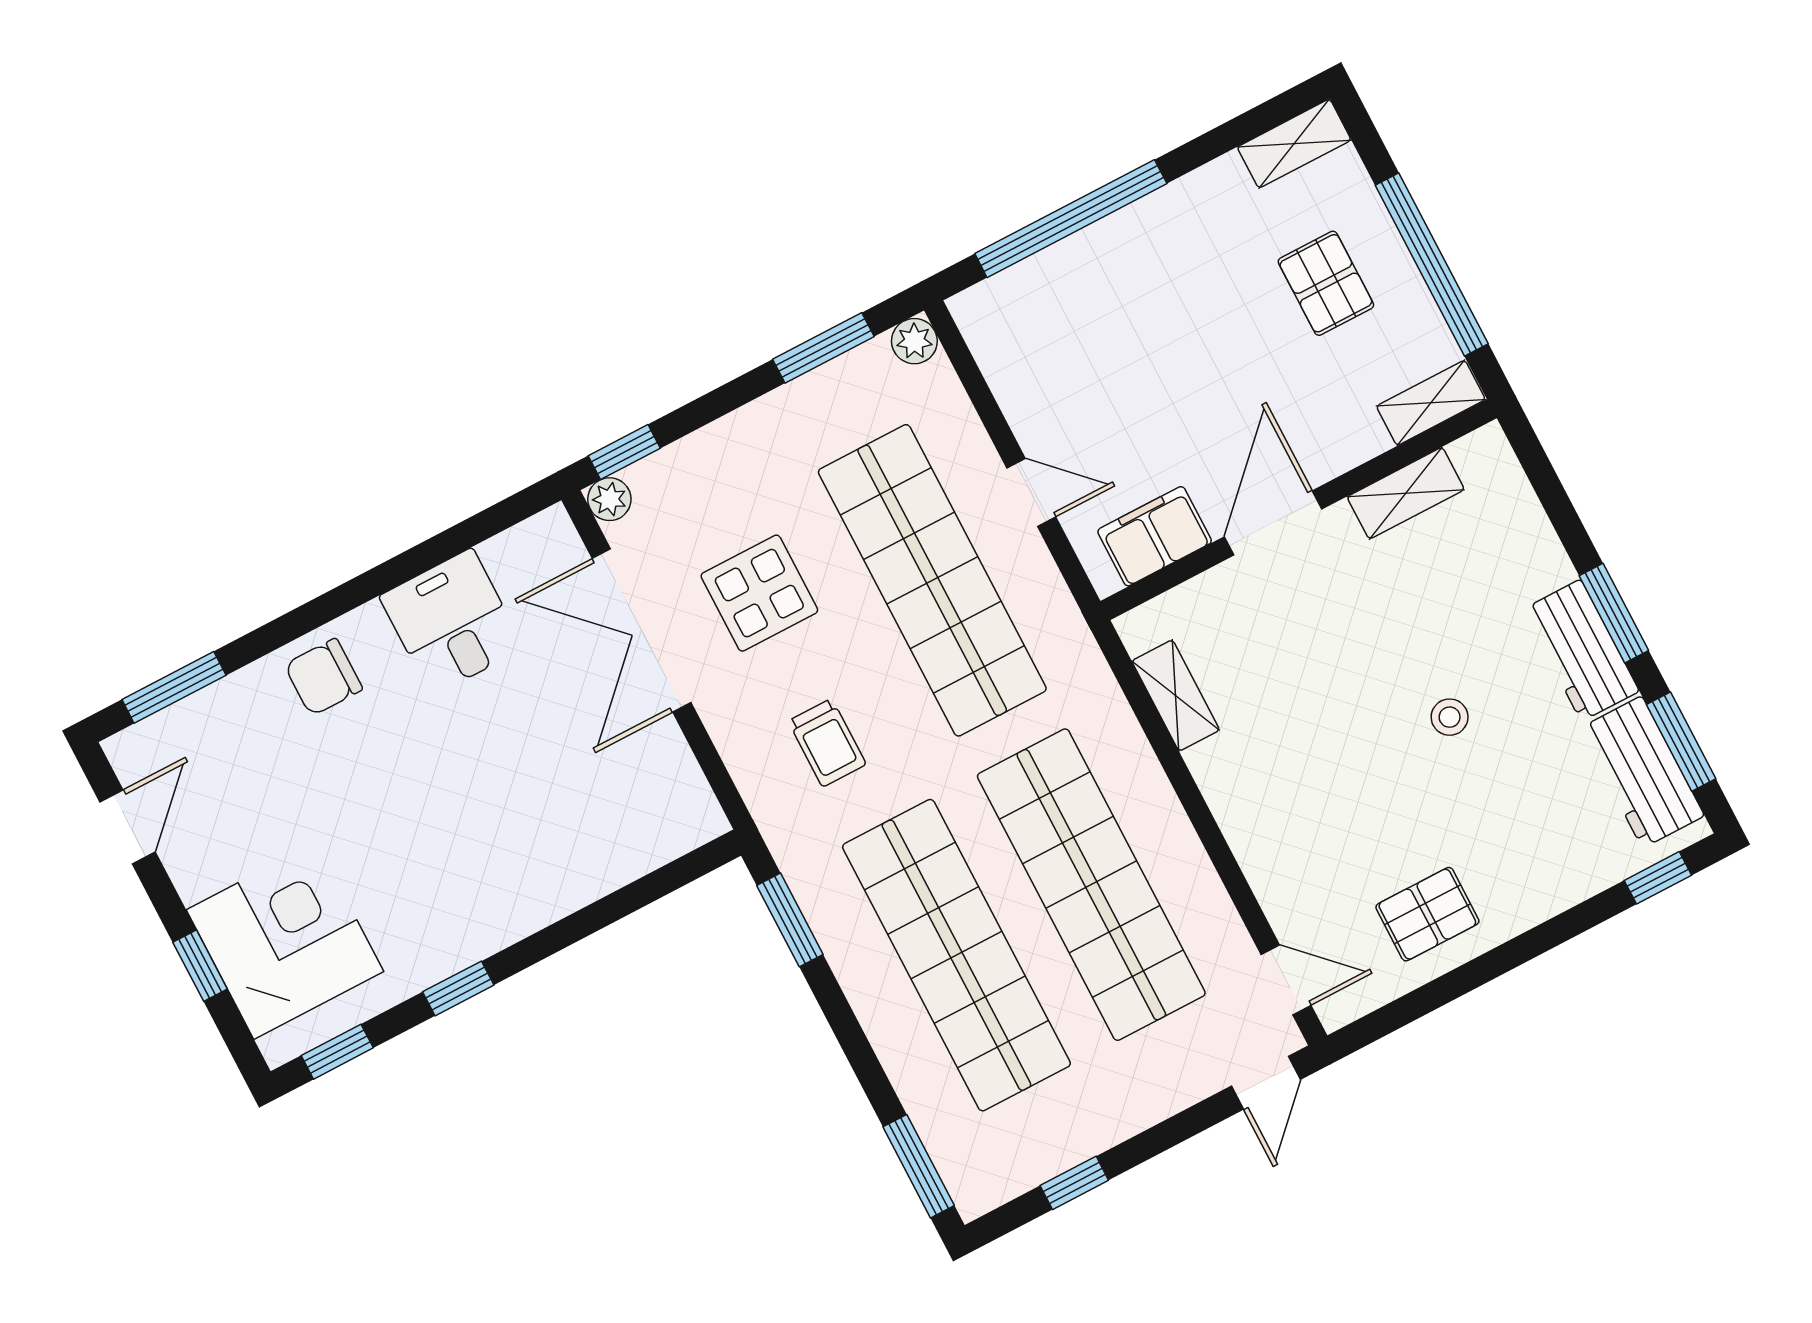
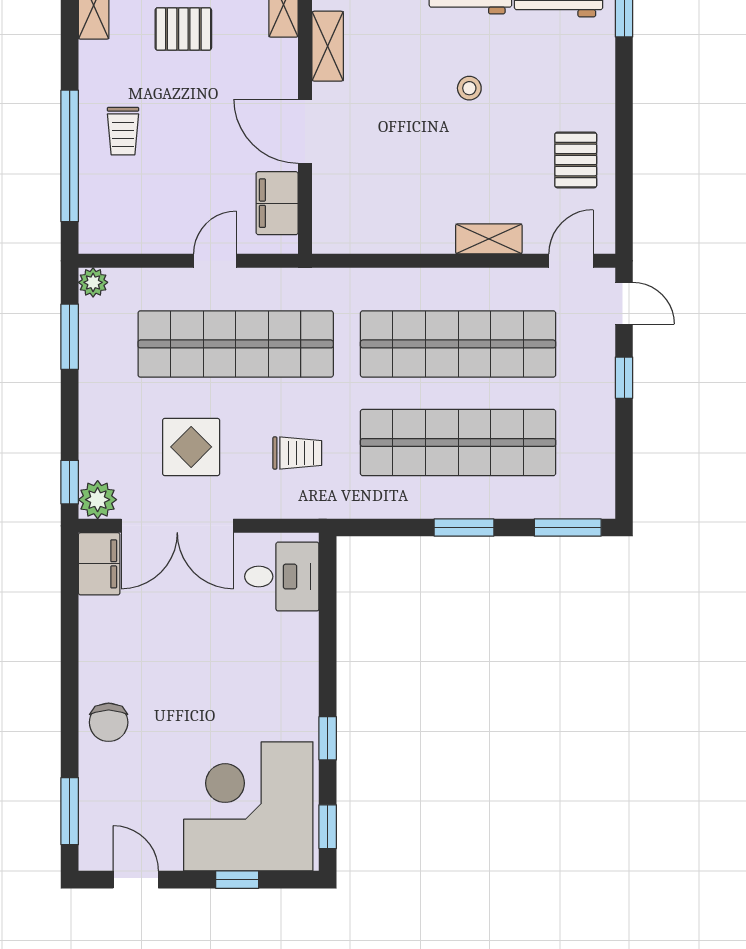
trolley: (1143, 274) -> (123, 131), added
plant: (609, 499) -> (98, 500), width x1.38, depth x1.38
filing cabinet: (534, 551) -> (99, 564), added
desk: (452, 622) -> (282, 577), moved, turned 180
shelving: (1176, 695) -> (489, 239), moved
window: (790, 920) -> (464, 527), moved
corner desk: (285, 941) -> (248, 806), width x1.36, depth x1.36
window: (1074, 1183) -> (624, 378), moved

